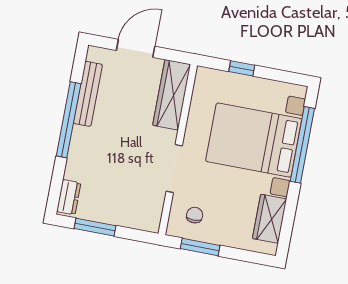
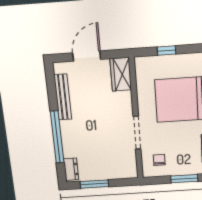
wardrobe: (172, 95) -> (121, 74), width x0.67
window: (69, 120) -> (57, 137), moved
window: (200, 247) -> (184, 179), moved

